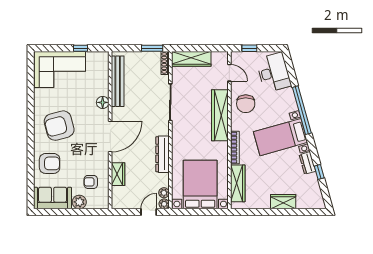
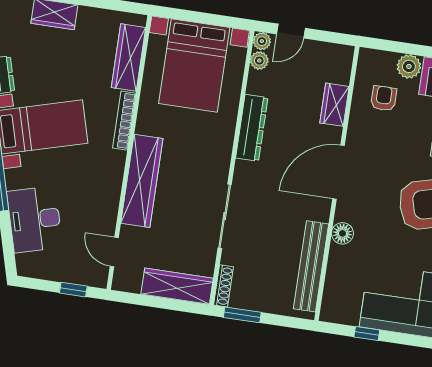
desk: (274, 72) -> (35, 219), moved
chair: (246, 104) -> (94, 194), removed
armchair: (91, 182) -> (384, 98), turned -90

